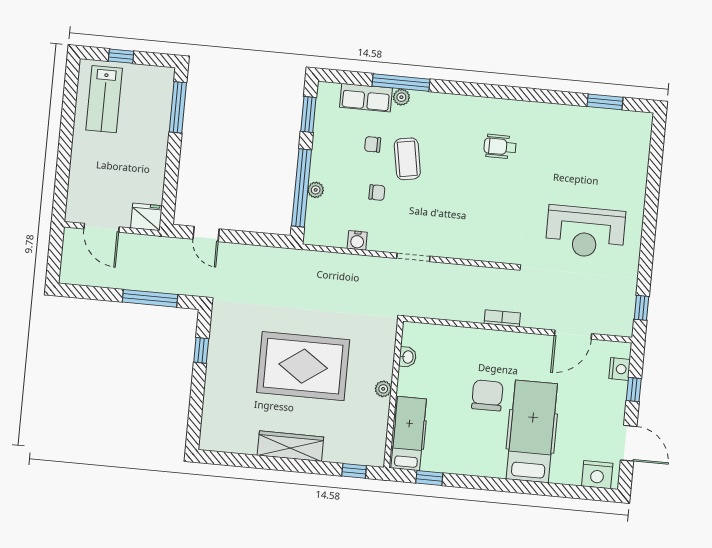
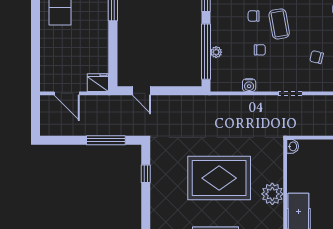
chair: (455, 210) -> (317, 57), added
washbasin: (408, 357) -> (293, 146), moved
plant: (383, 389) -> (272, 194), width x1.88, depth x1.88

